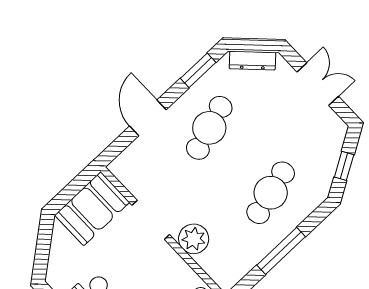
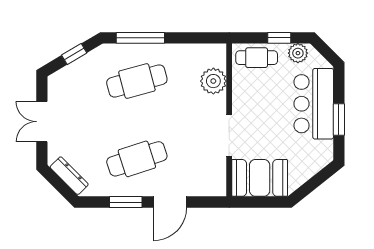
window: (198, 70) -> (126, 202), moved
plant: (194, 239) -> (213, 81), moved
window: (281, 251) -> (140, 38), moved

